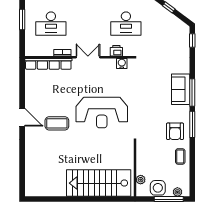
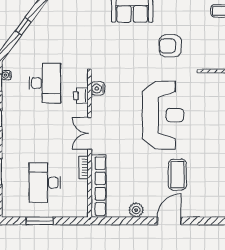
desk: (51, 24) -> (45, 183), turned 180
plant: (30, 92) -> (136, 210), added
armchair: (175, 131) -> (170, 46), moved, turned 180

